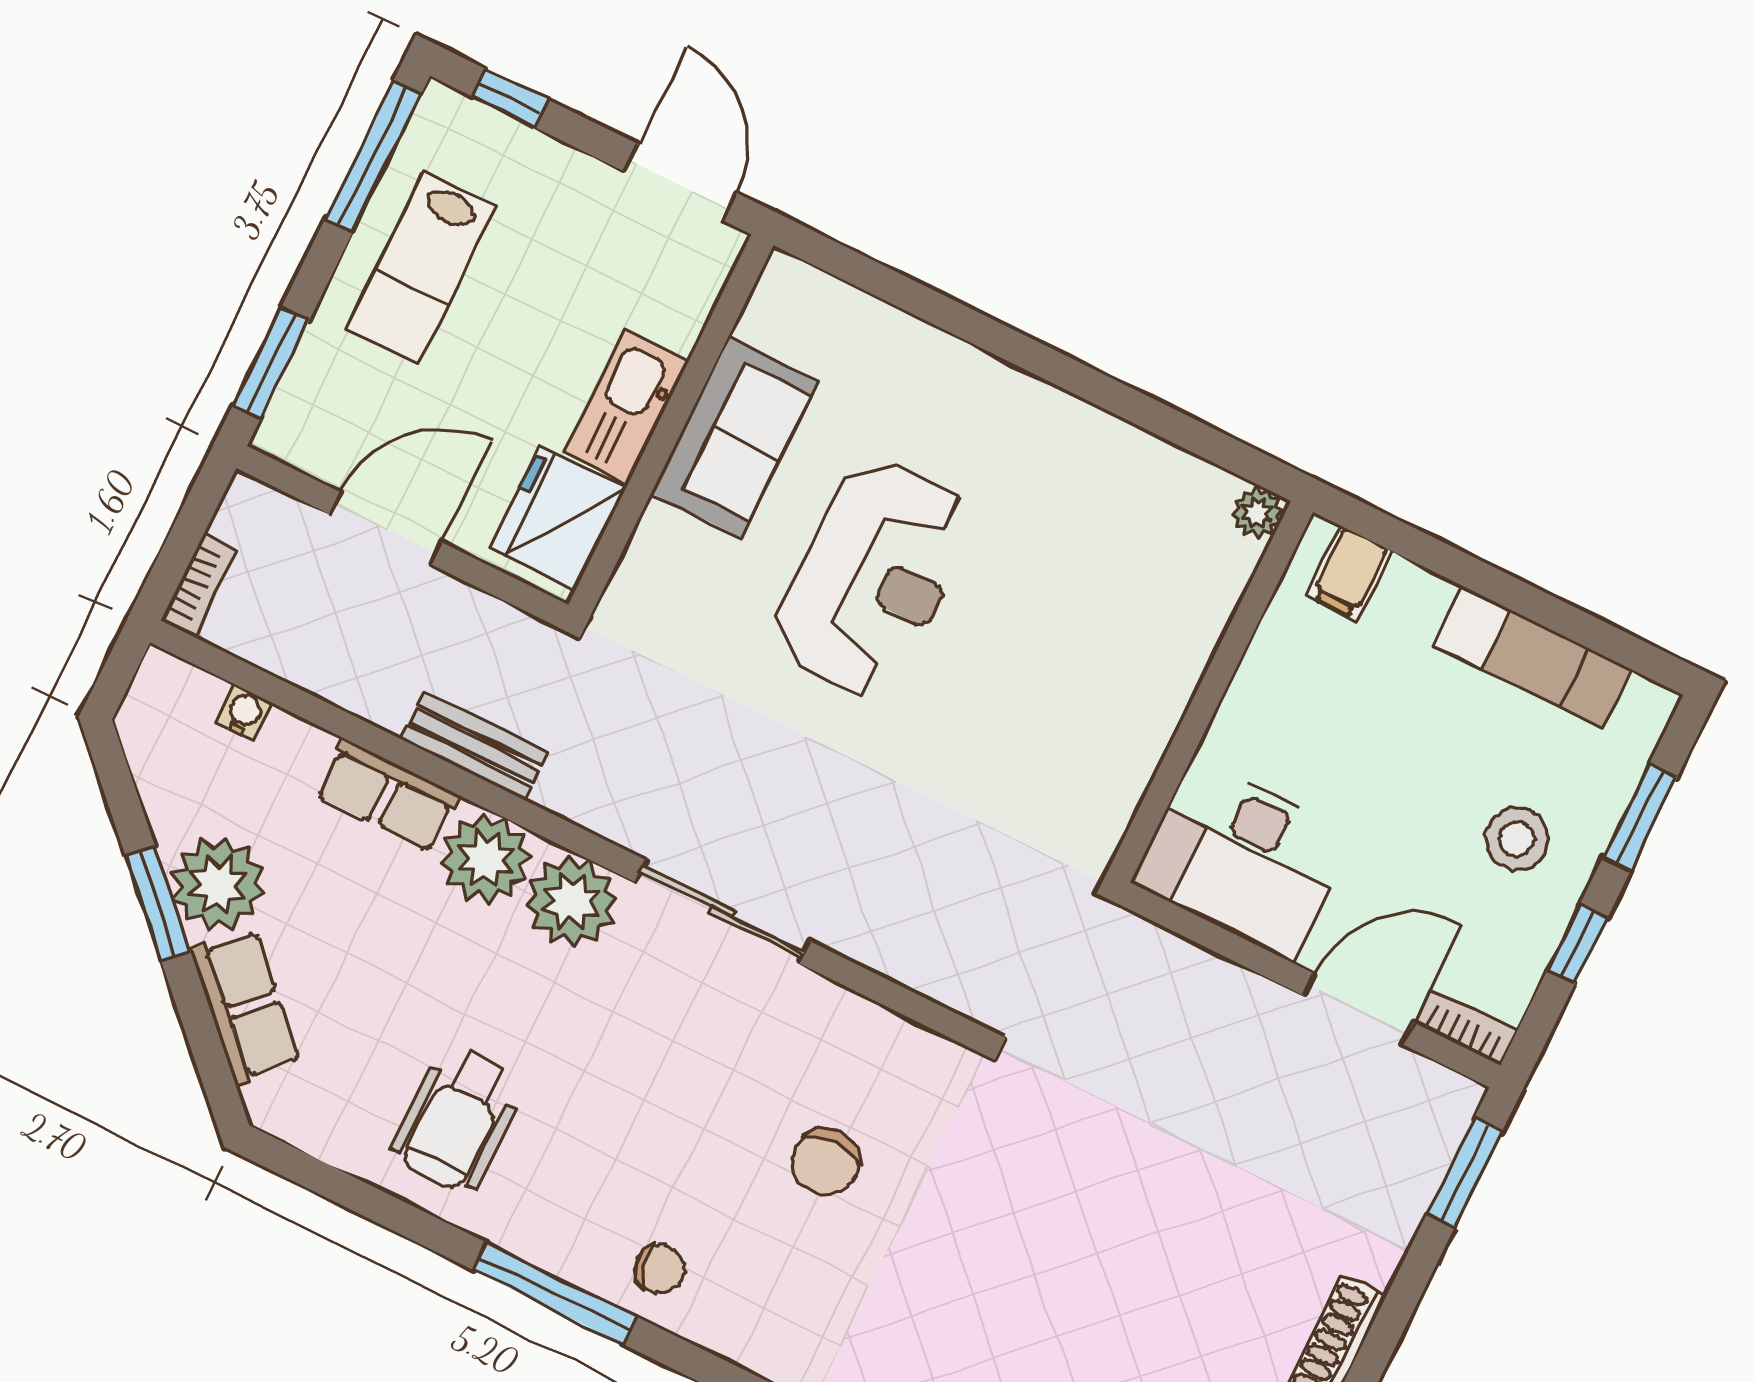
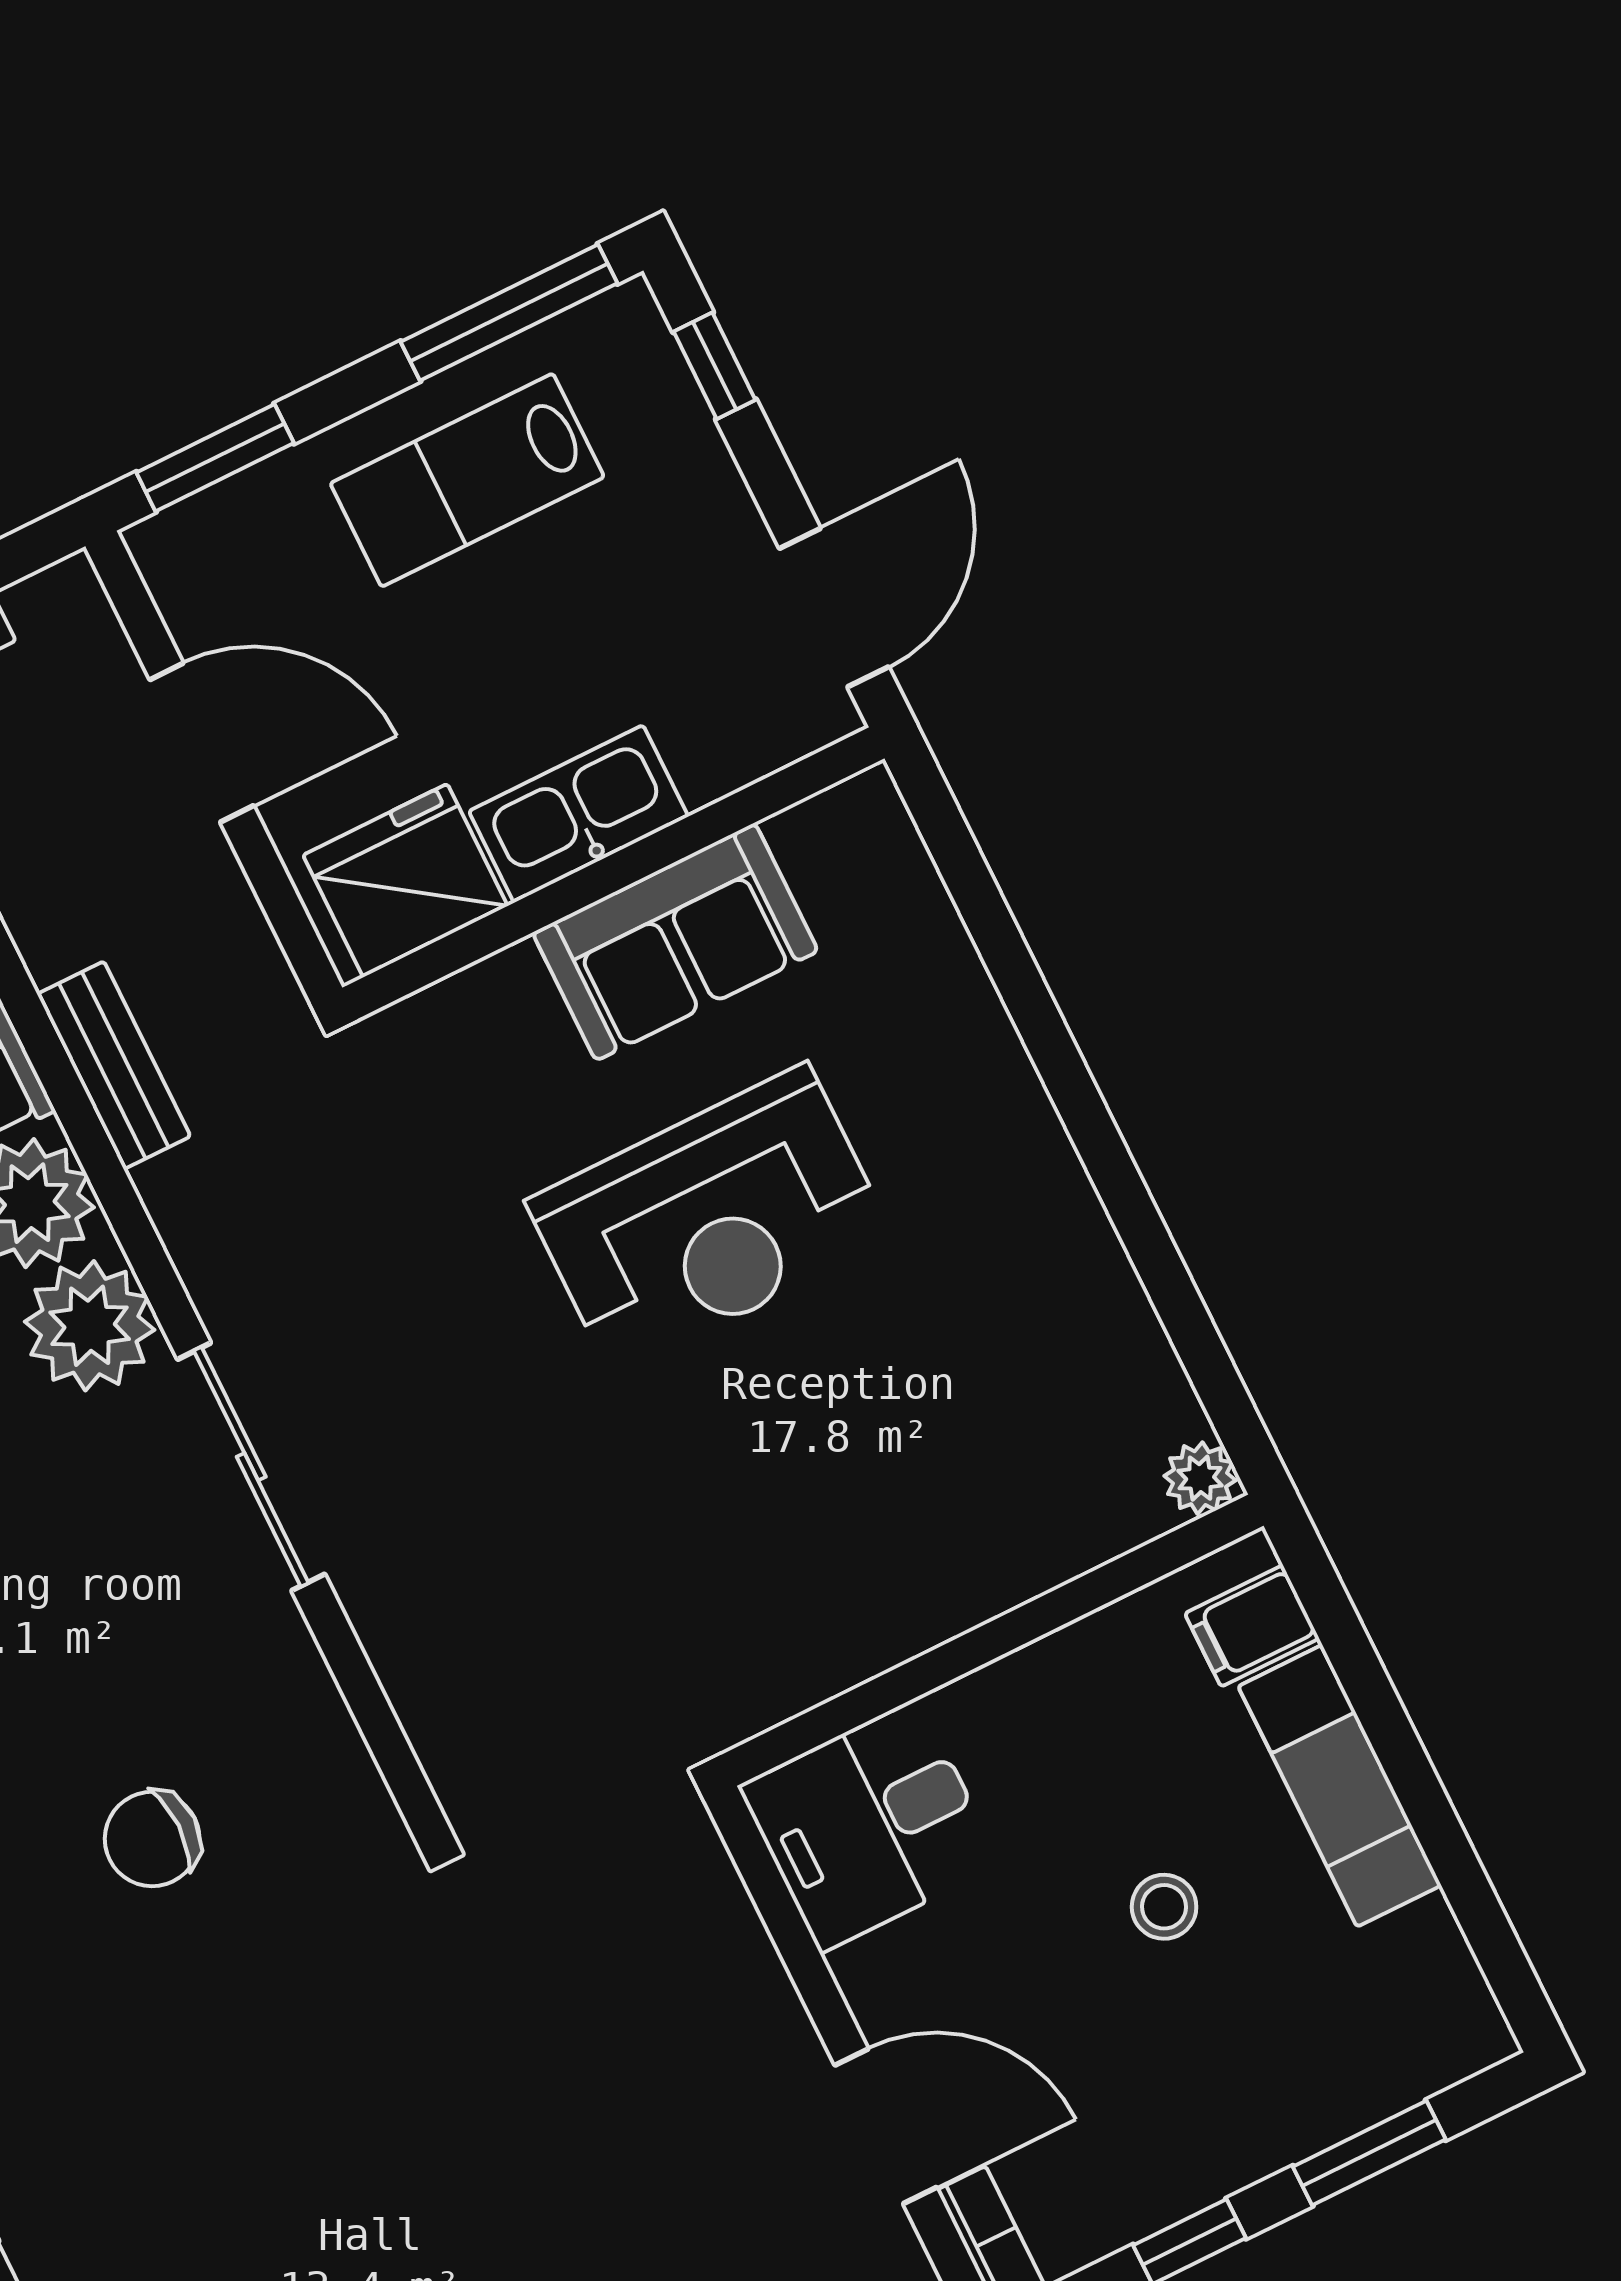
exam couch: (1533, 657) -> (1340, 1786), moved
stool: (1517, 839) -> (1164, 1907), moved, width x0.73, depth x0.73
desk: (1243, 859) -> (869, 1825), width x0.73

